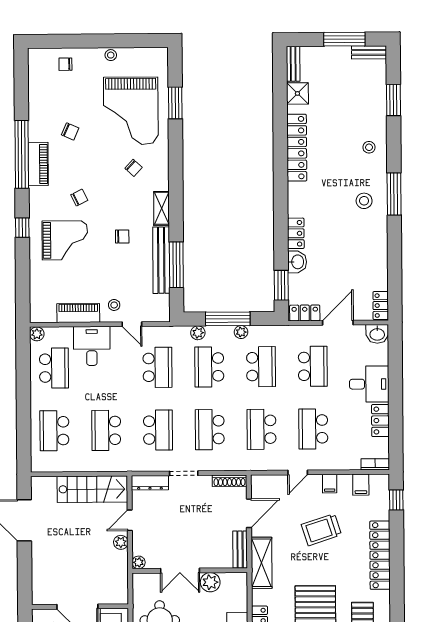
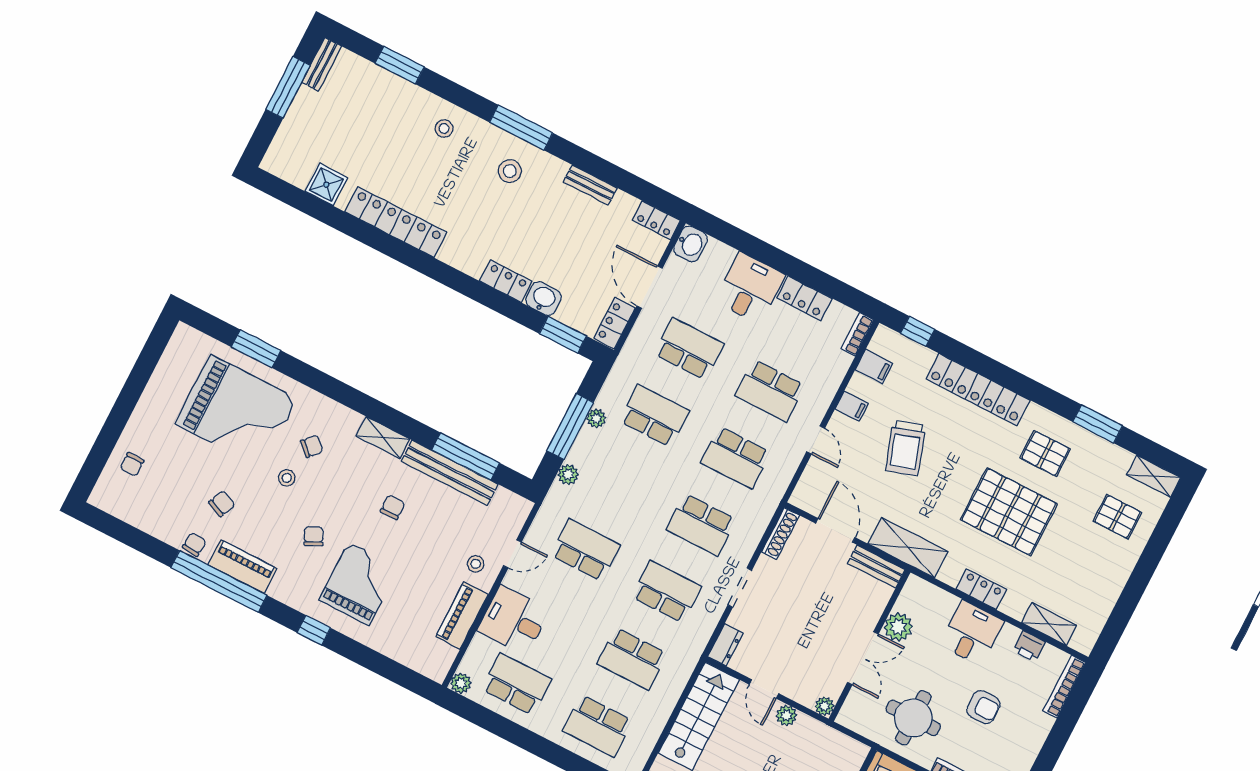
stool: (111, 55) -> (287, 478), moved
bench: (293, 64) -> (590, 185), moved
chair: (36, 128) -> (194, 544), added
school desk: (209, 367) -> (620, 483), removed
dresser: (150, 483) -> (725, 645), width x0.70

